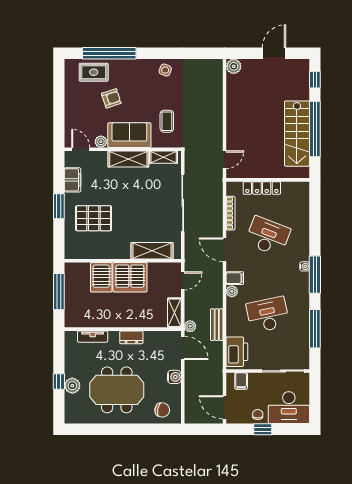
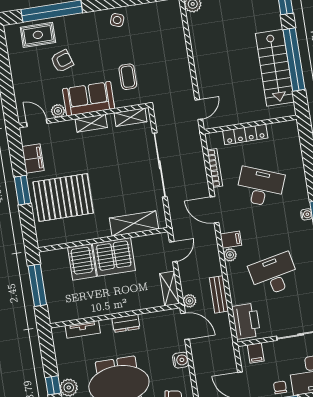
shelving: (128, 159) -> (91, 123), width x0.67, depth x0.75
pallet: (94, 218) -> (63, 198), width x1.37, depth x1.41

